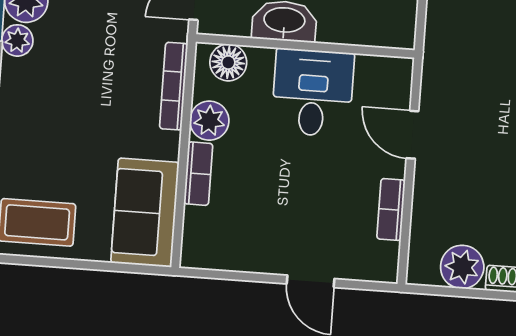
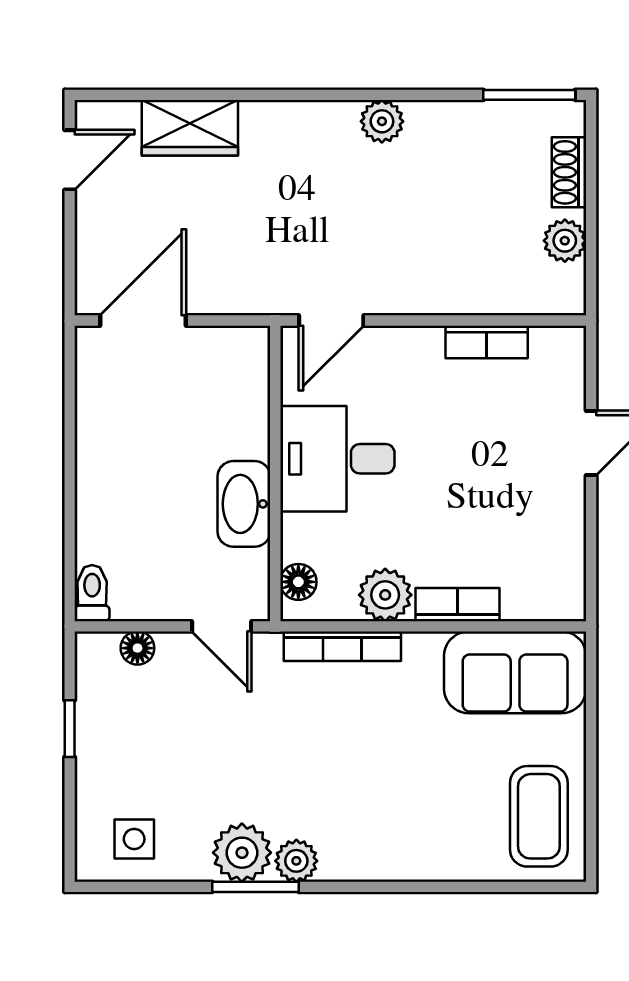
floor lamp: (228, 62) -> (298, 582), width x0.73, depth x0.73
door: (412, 135) -> (331, 321), moved
plant: (462, 267) -> (565, 241), width x0.73, depth x0.73

